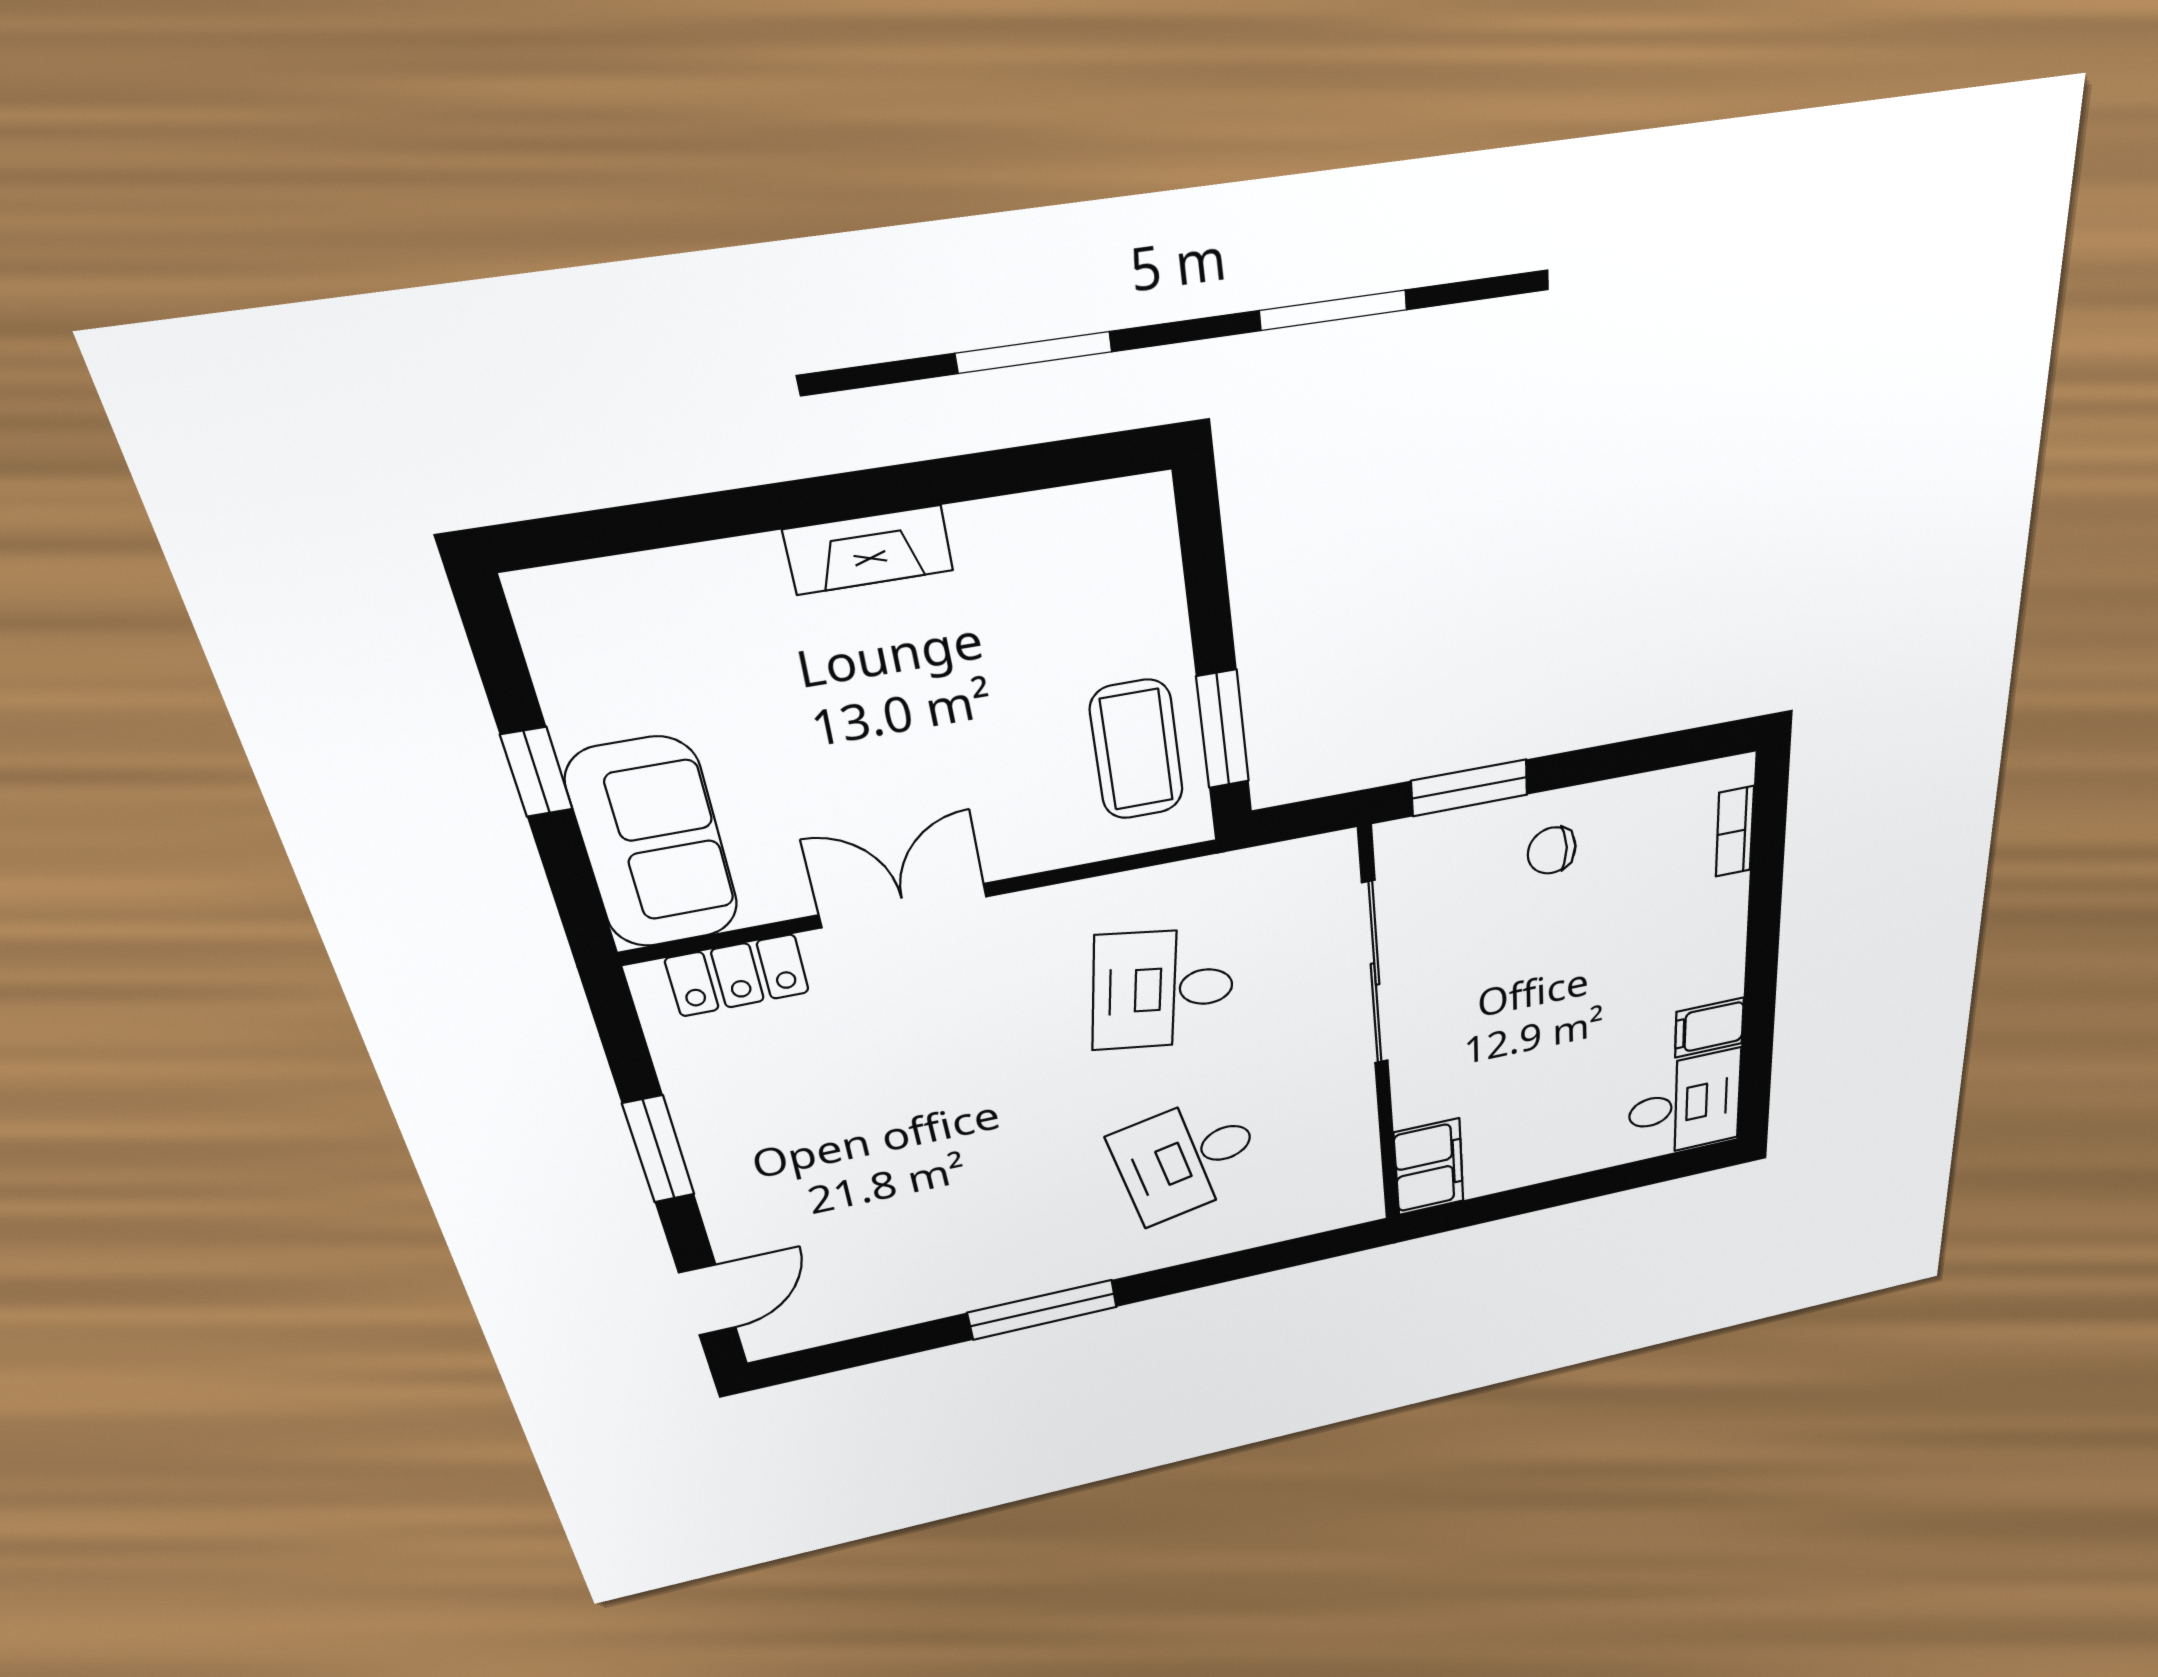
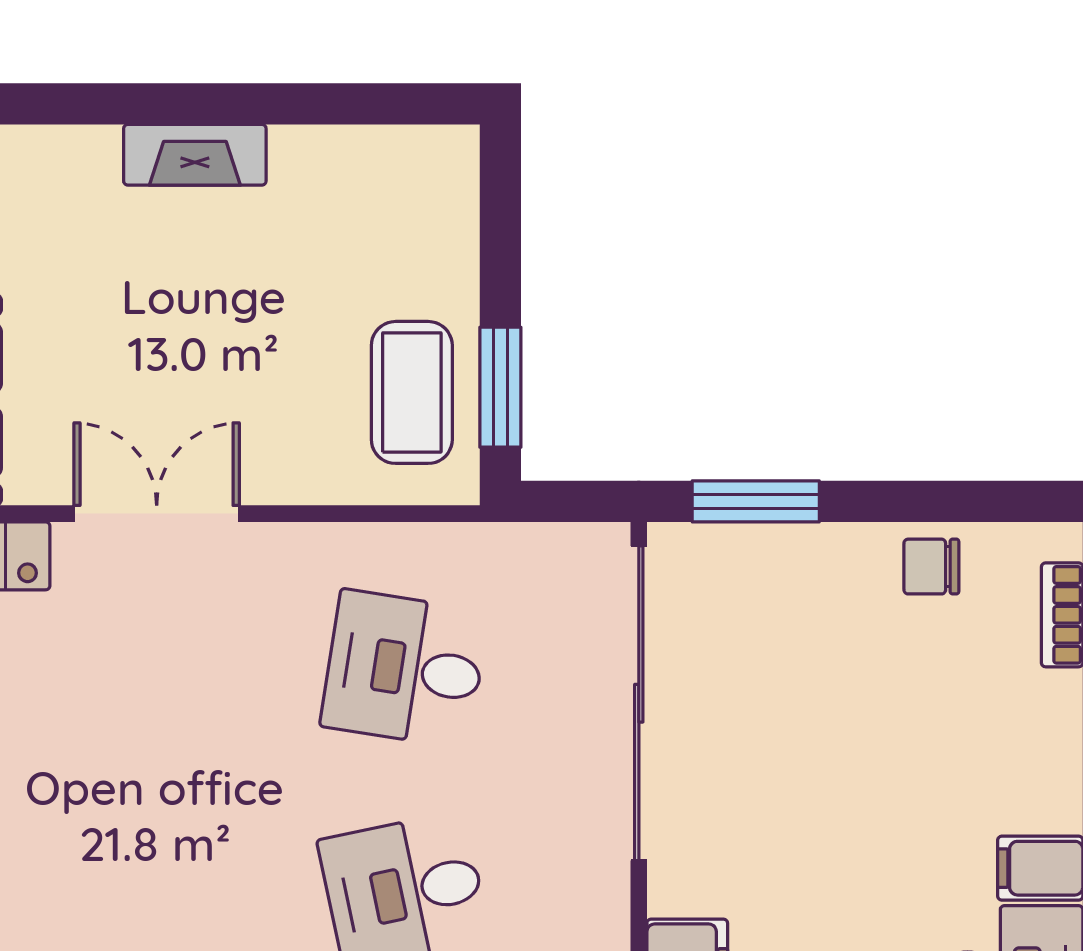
chair: (1552, 850) -> (931, 567), moved
sliding door: (1375, 974) -> (639, 703), width x1.36

